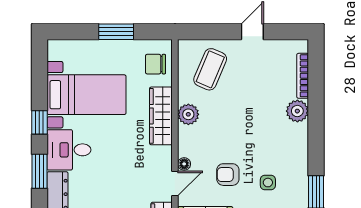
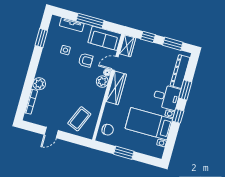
plant: (188, 114) -> (102, 82), moved
wardrobe: (161, 116) -> (116, 88), moved

